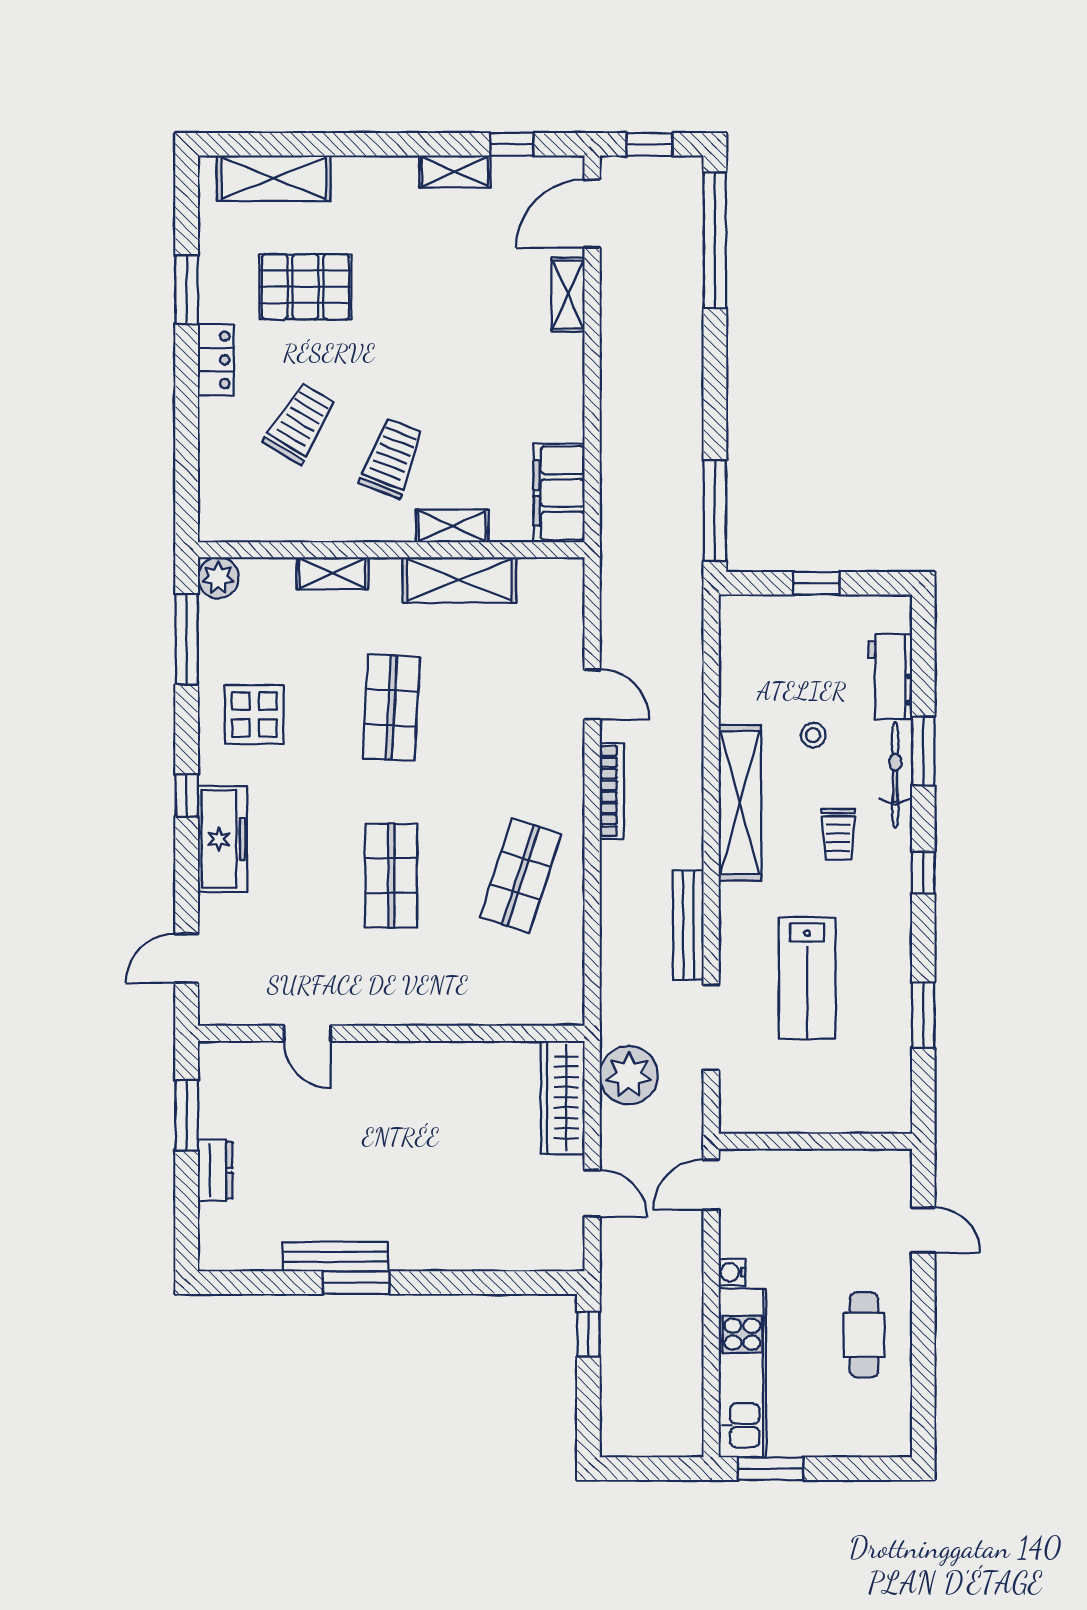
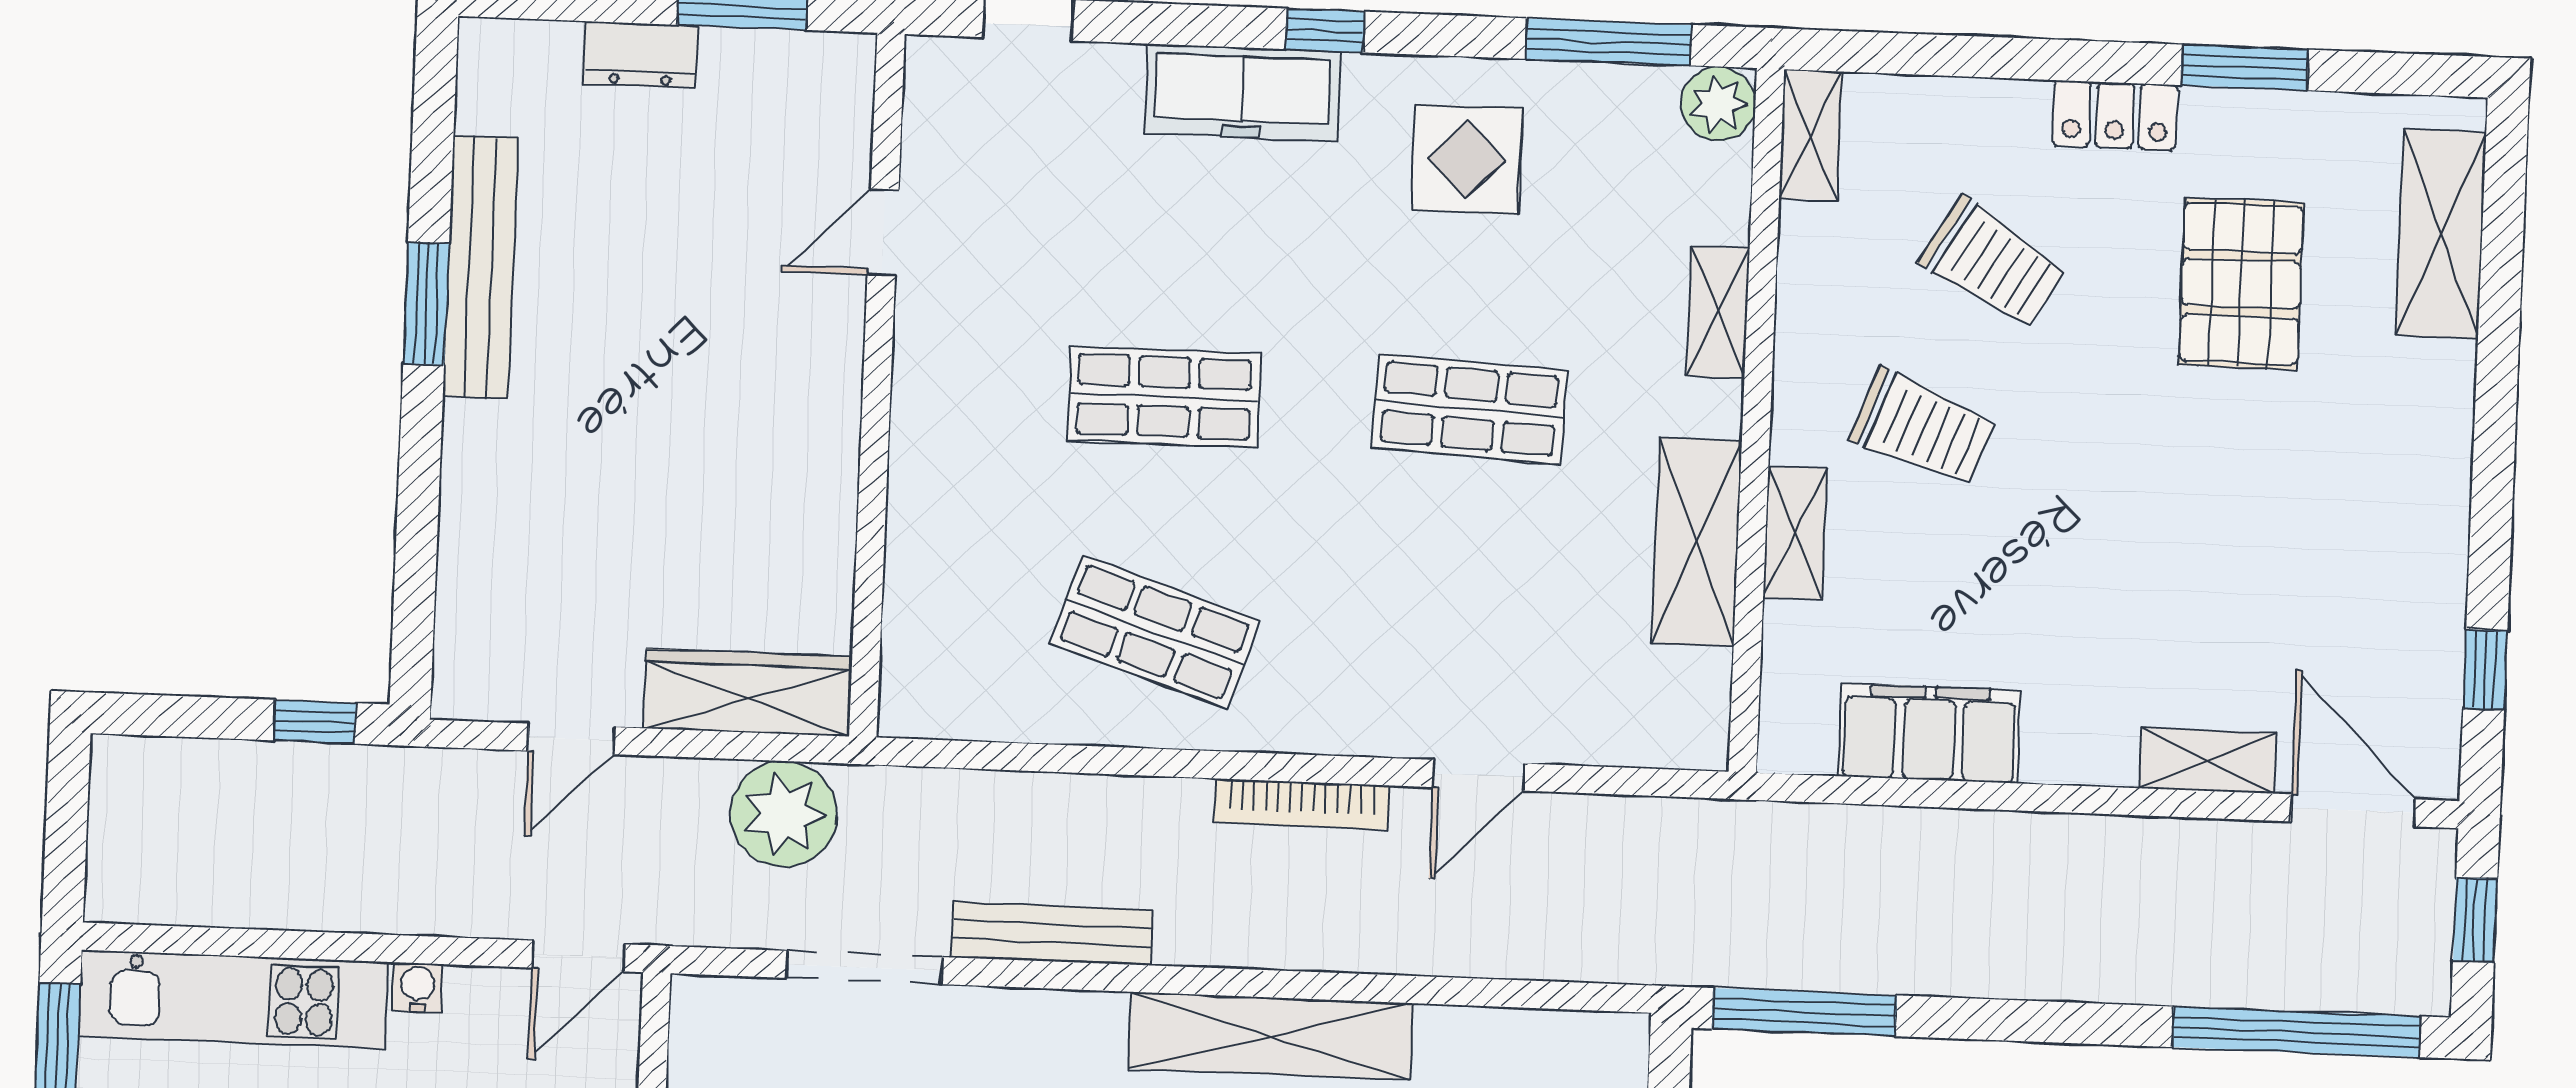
shelving: (455, 171) -> (1811, 135), moved
filing cabinet: (559, 493) -> (1929, 733), moved
door: (711, 1185) -> (578, 956), swing flipped
bench: (335, 1257) -> (480, 267), width x1.37, depth x1.21

